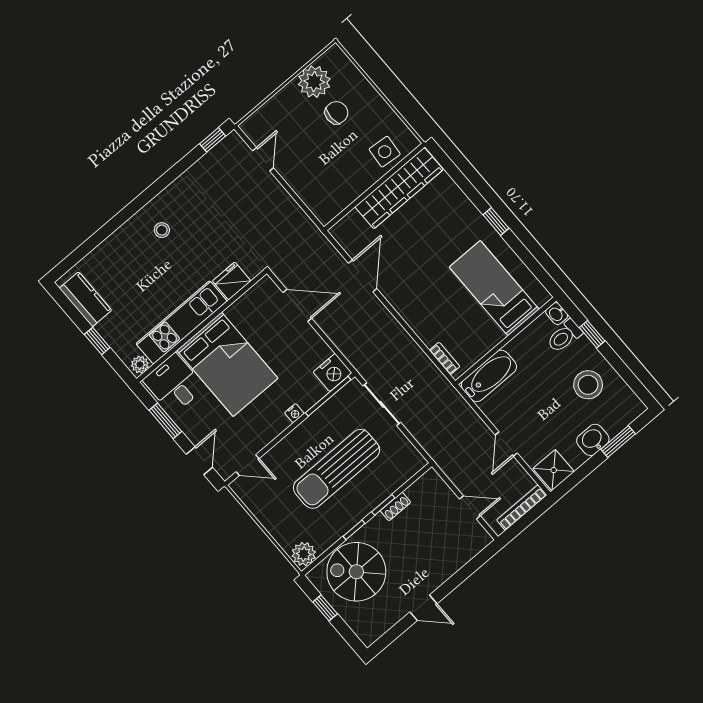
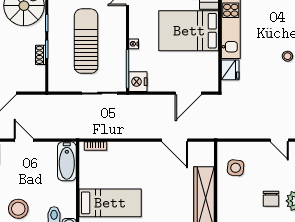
side table: (385, 152) -> (236, 168), moved

